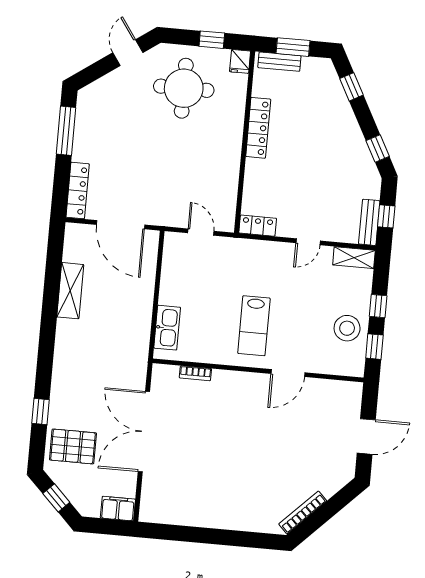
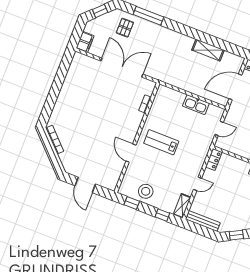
window: (386, 216) -> (199, 229), removed
bench: (369, 222) -> (203, 221), width x1.36
door: (308, 242) -> (198, 184), swing flipped
window: (378, 306) -> (162, 215), moved
kitchen sink: (167, 328) -> (196, 105), moved
window: (40, 411) -> (148, 16), width x2.17
pallet: (73, 446) -> (125, 28), width x0.67, depth x0.71

